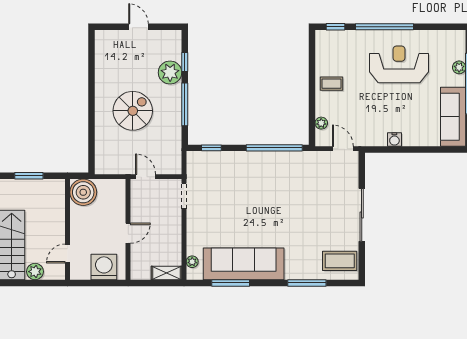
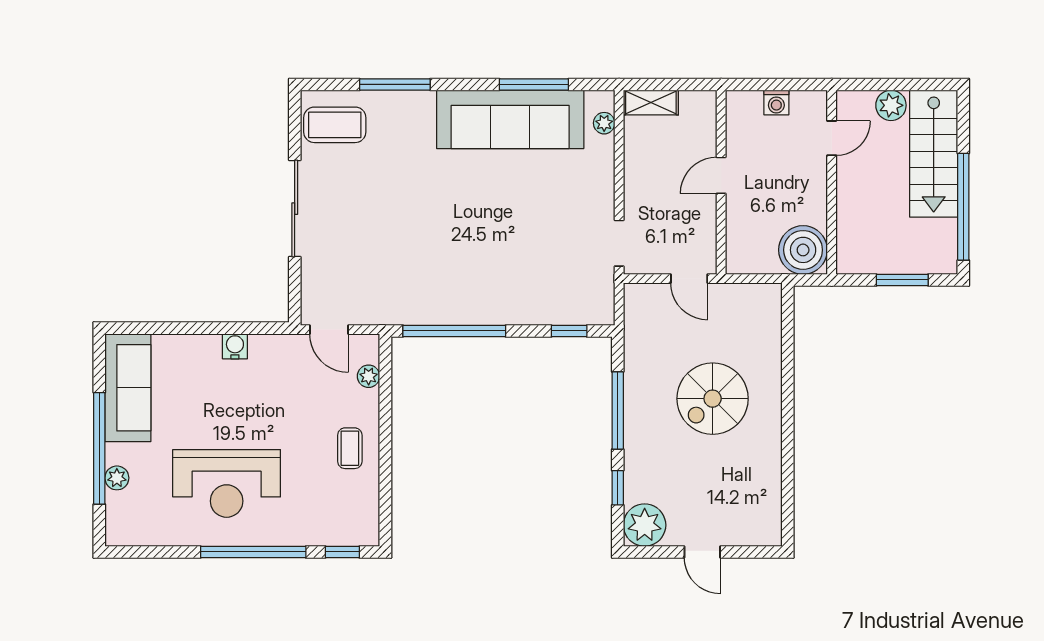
plant: (170, 73) -> (645, 525), moved
coffee table: (331, 84) -> (350, 448), turned 90
washing machine: (104, 267) -> (776, 103), width x0.53, depth x0.53

